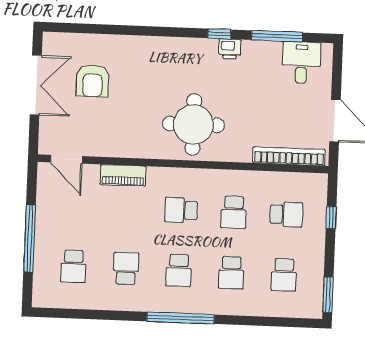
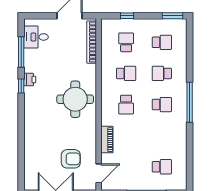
armchair: (93, 81) -> (71, 159), moved
school desk: (126, 268) -> (162, 136), removed
school desk: (231, 273) -> (162, 73), turned 180

